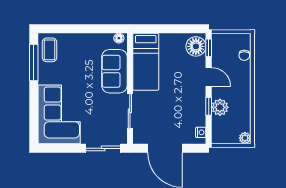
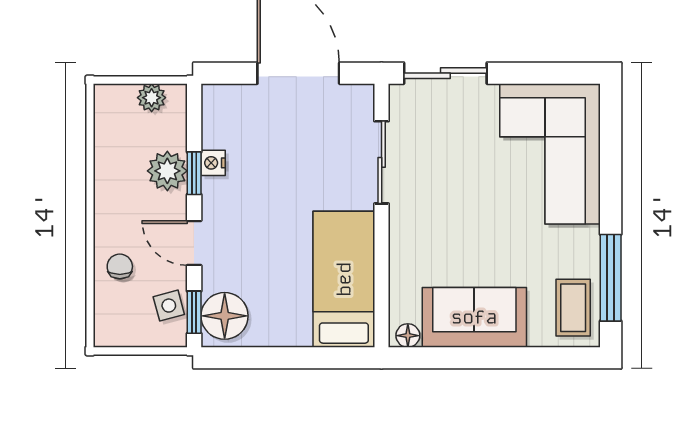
side table: (219, 51) -> (169, 306), added
chair: (244, 55) -> (120, 266), moved
sofa: (114, 71) -> (474, 317), moved, turned -90
nightstand: (201, 132) -> (213, 163), moved
plant: (245, 138) -> (152, 98), moved

